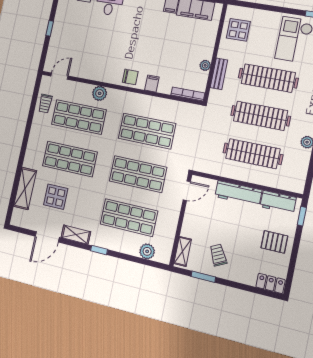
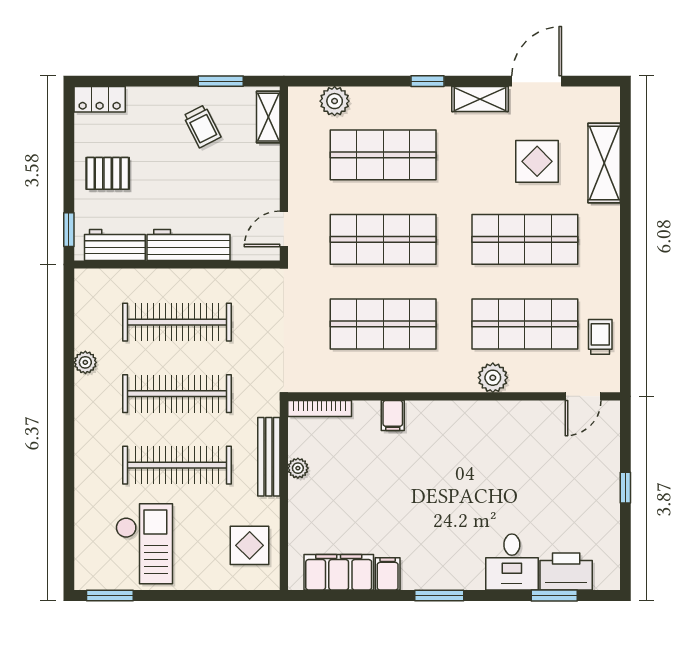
bench: (219, 74) -> (269, 457), width x1.36
chair: (130, 77) -> (438, 421), removed

